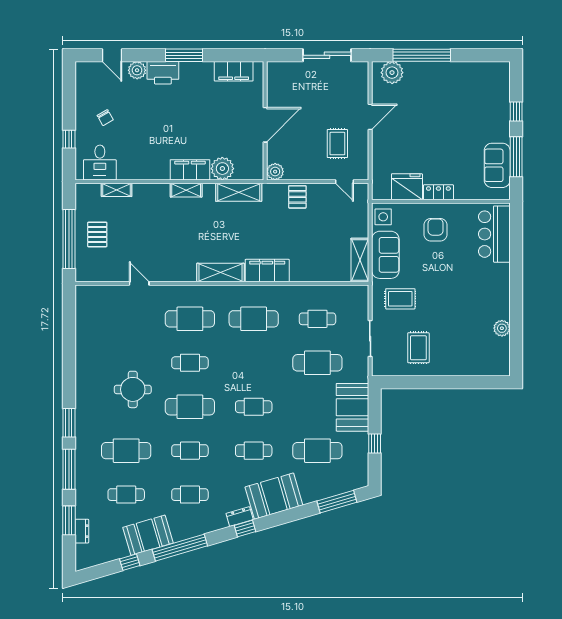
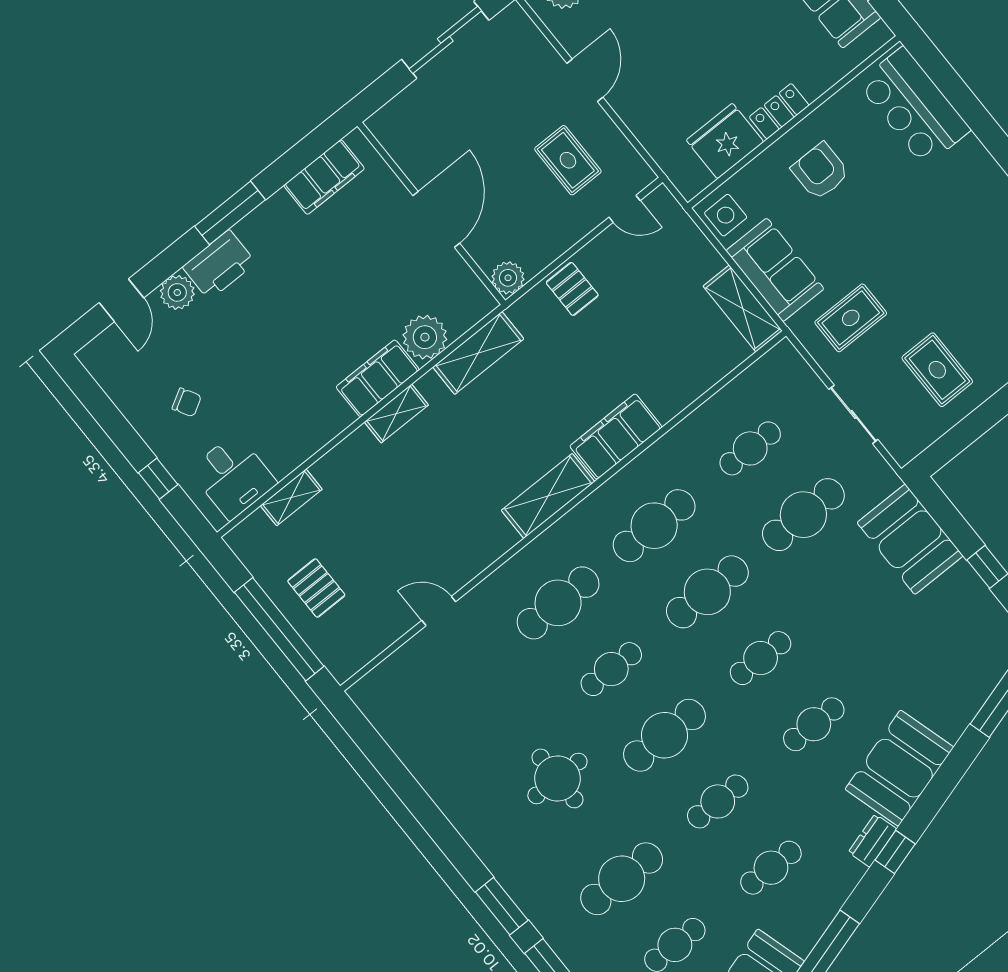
door: (112, 55) -> (121, 300), hinge flipped
cafe table: (317, 451) -> (707, 592), moved

